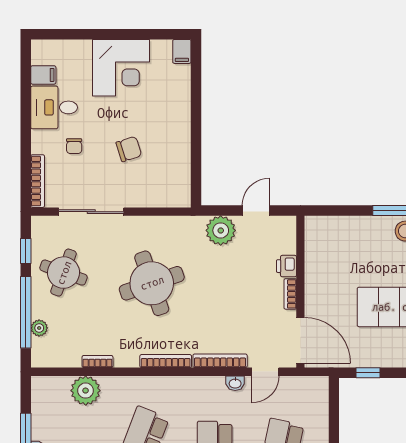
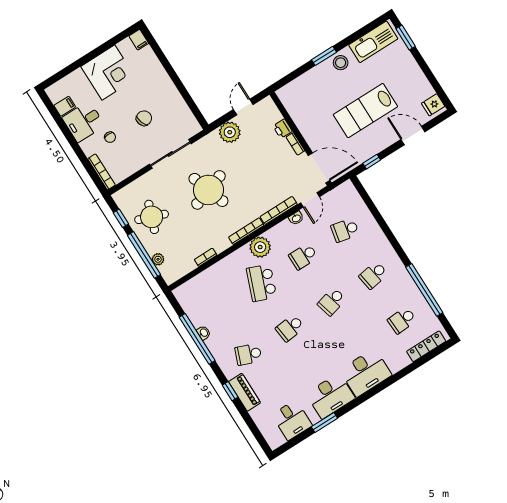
sliding door: (91, 212) -> (170, 154), moved
plant: (86, 391) -> (260, 247), moved

